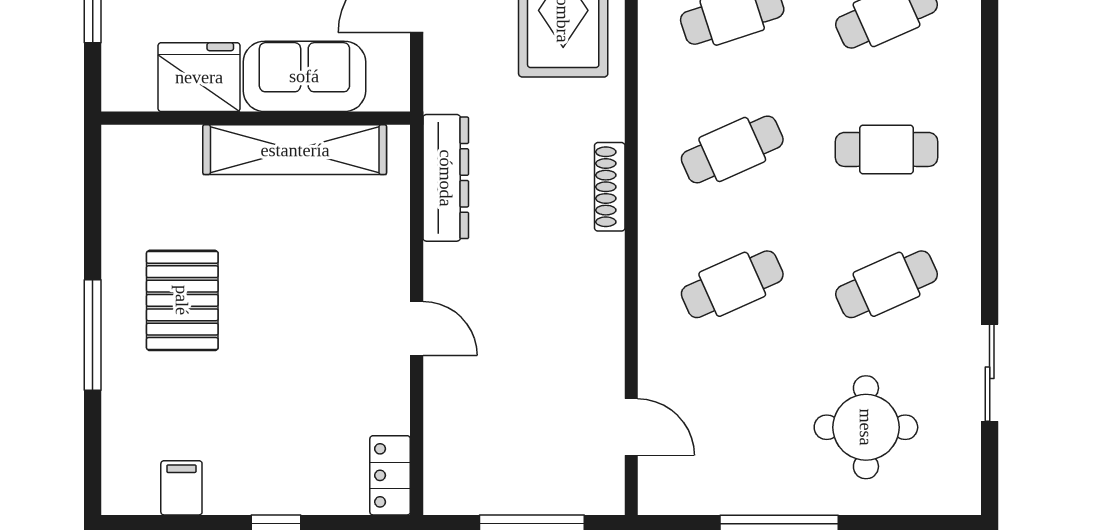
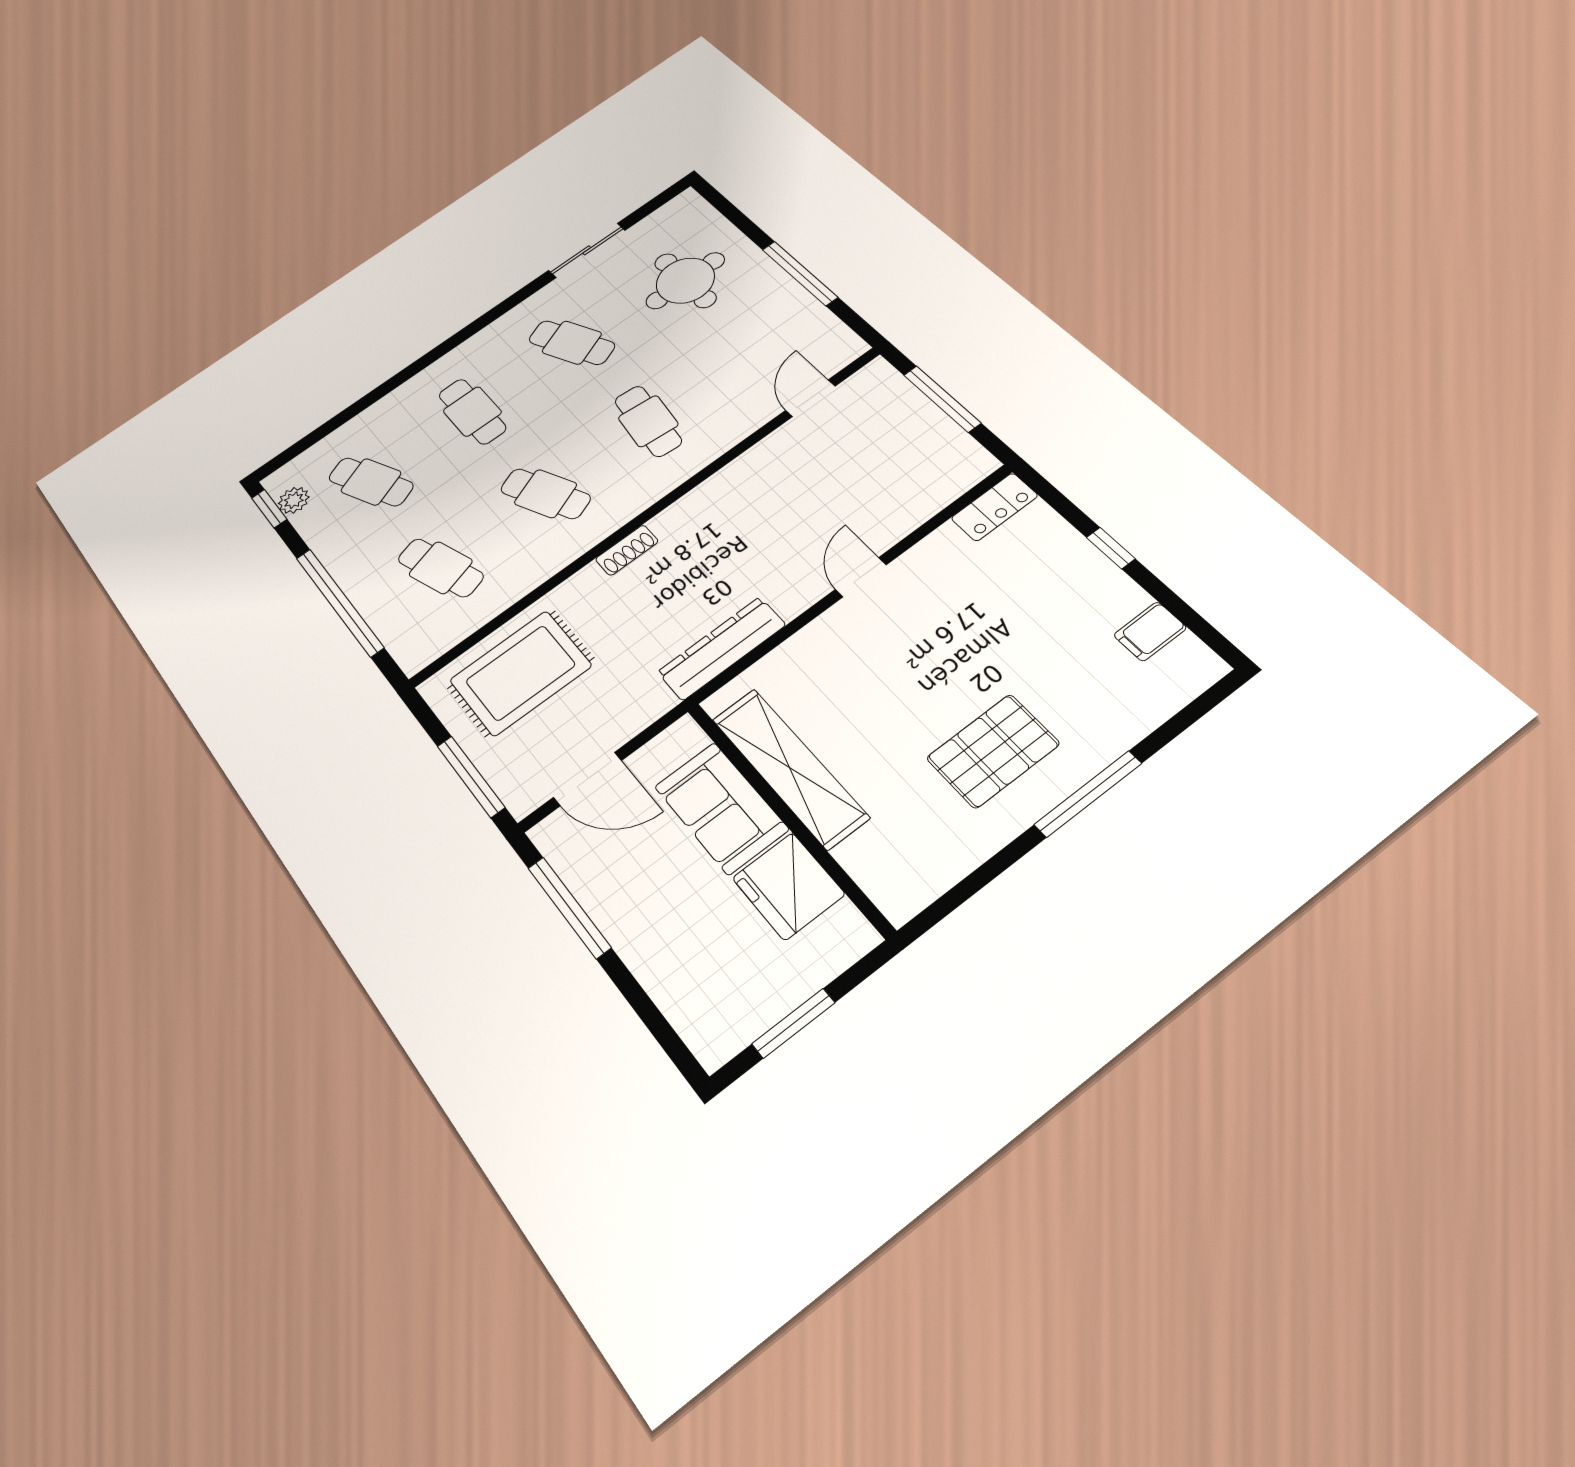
shoe rack: (610, 187) -> (627, 550), width x0.70
cafe table: (732, 284) -> (648, 421), turned 30

